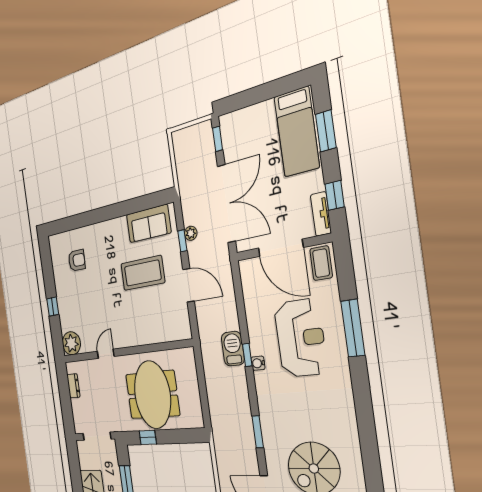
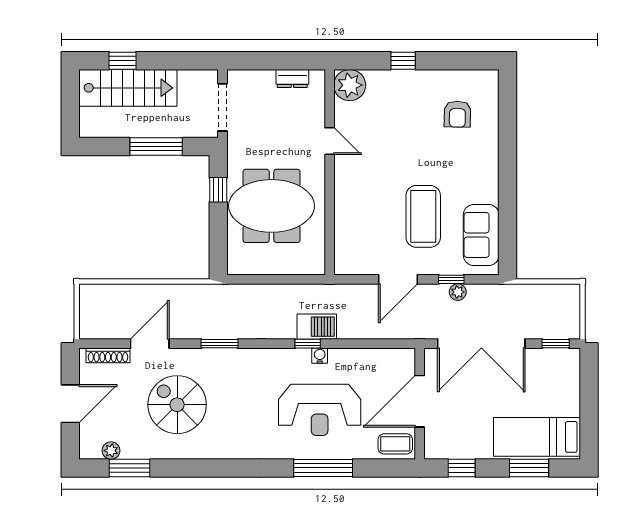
tv unit: (321, 214) -> (446, 451), removed
water cooler: (258, 363) -> (320, 356), moved

